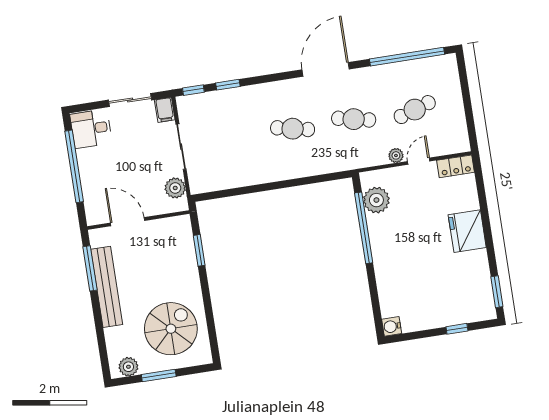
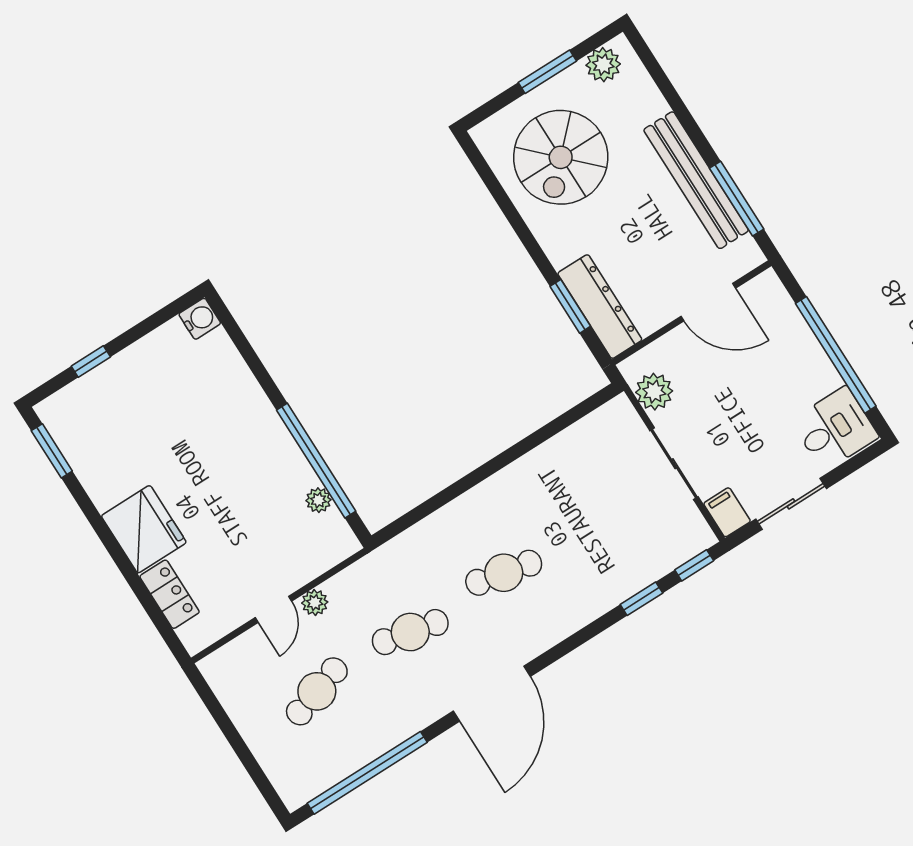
locker: (456, 166) -> (170, 594), moved, turned 90
plant: (376, 200) -> (318, 500), width x0.53, depth x0.53
dresser: (184, 244) -> (600, 307), added

